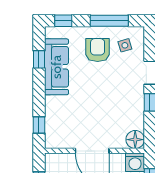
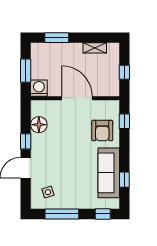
armchair: (98, 50) -> (102, 131), moved
floor lamp: (135, 140) -> (39, 125), moved

